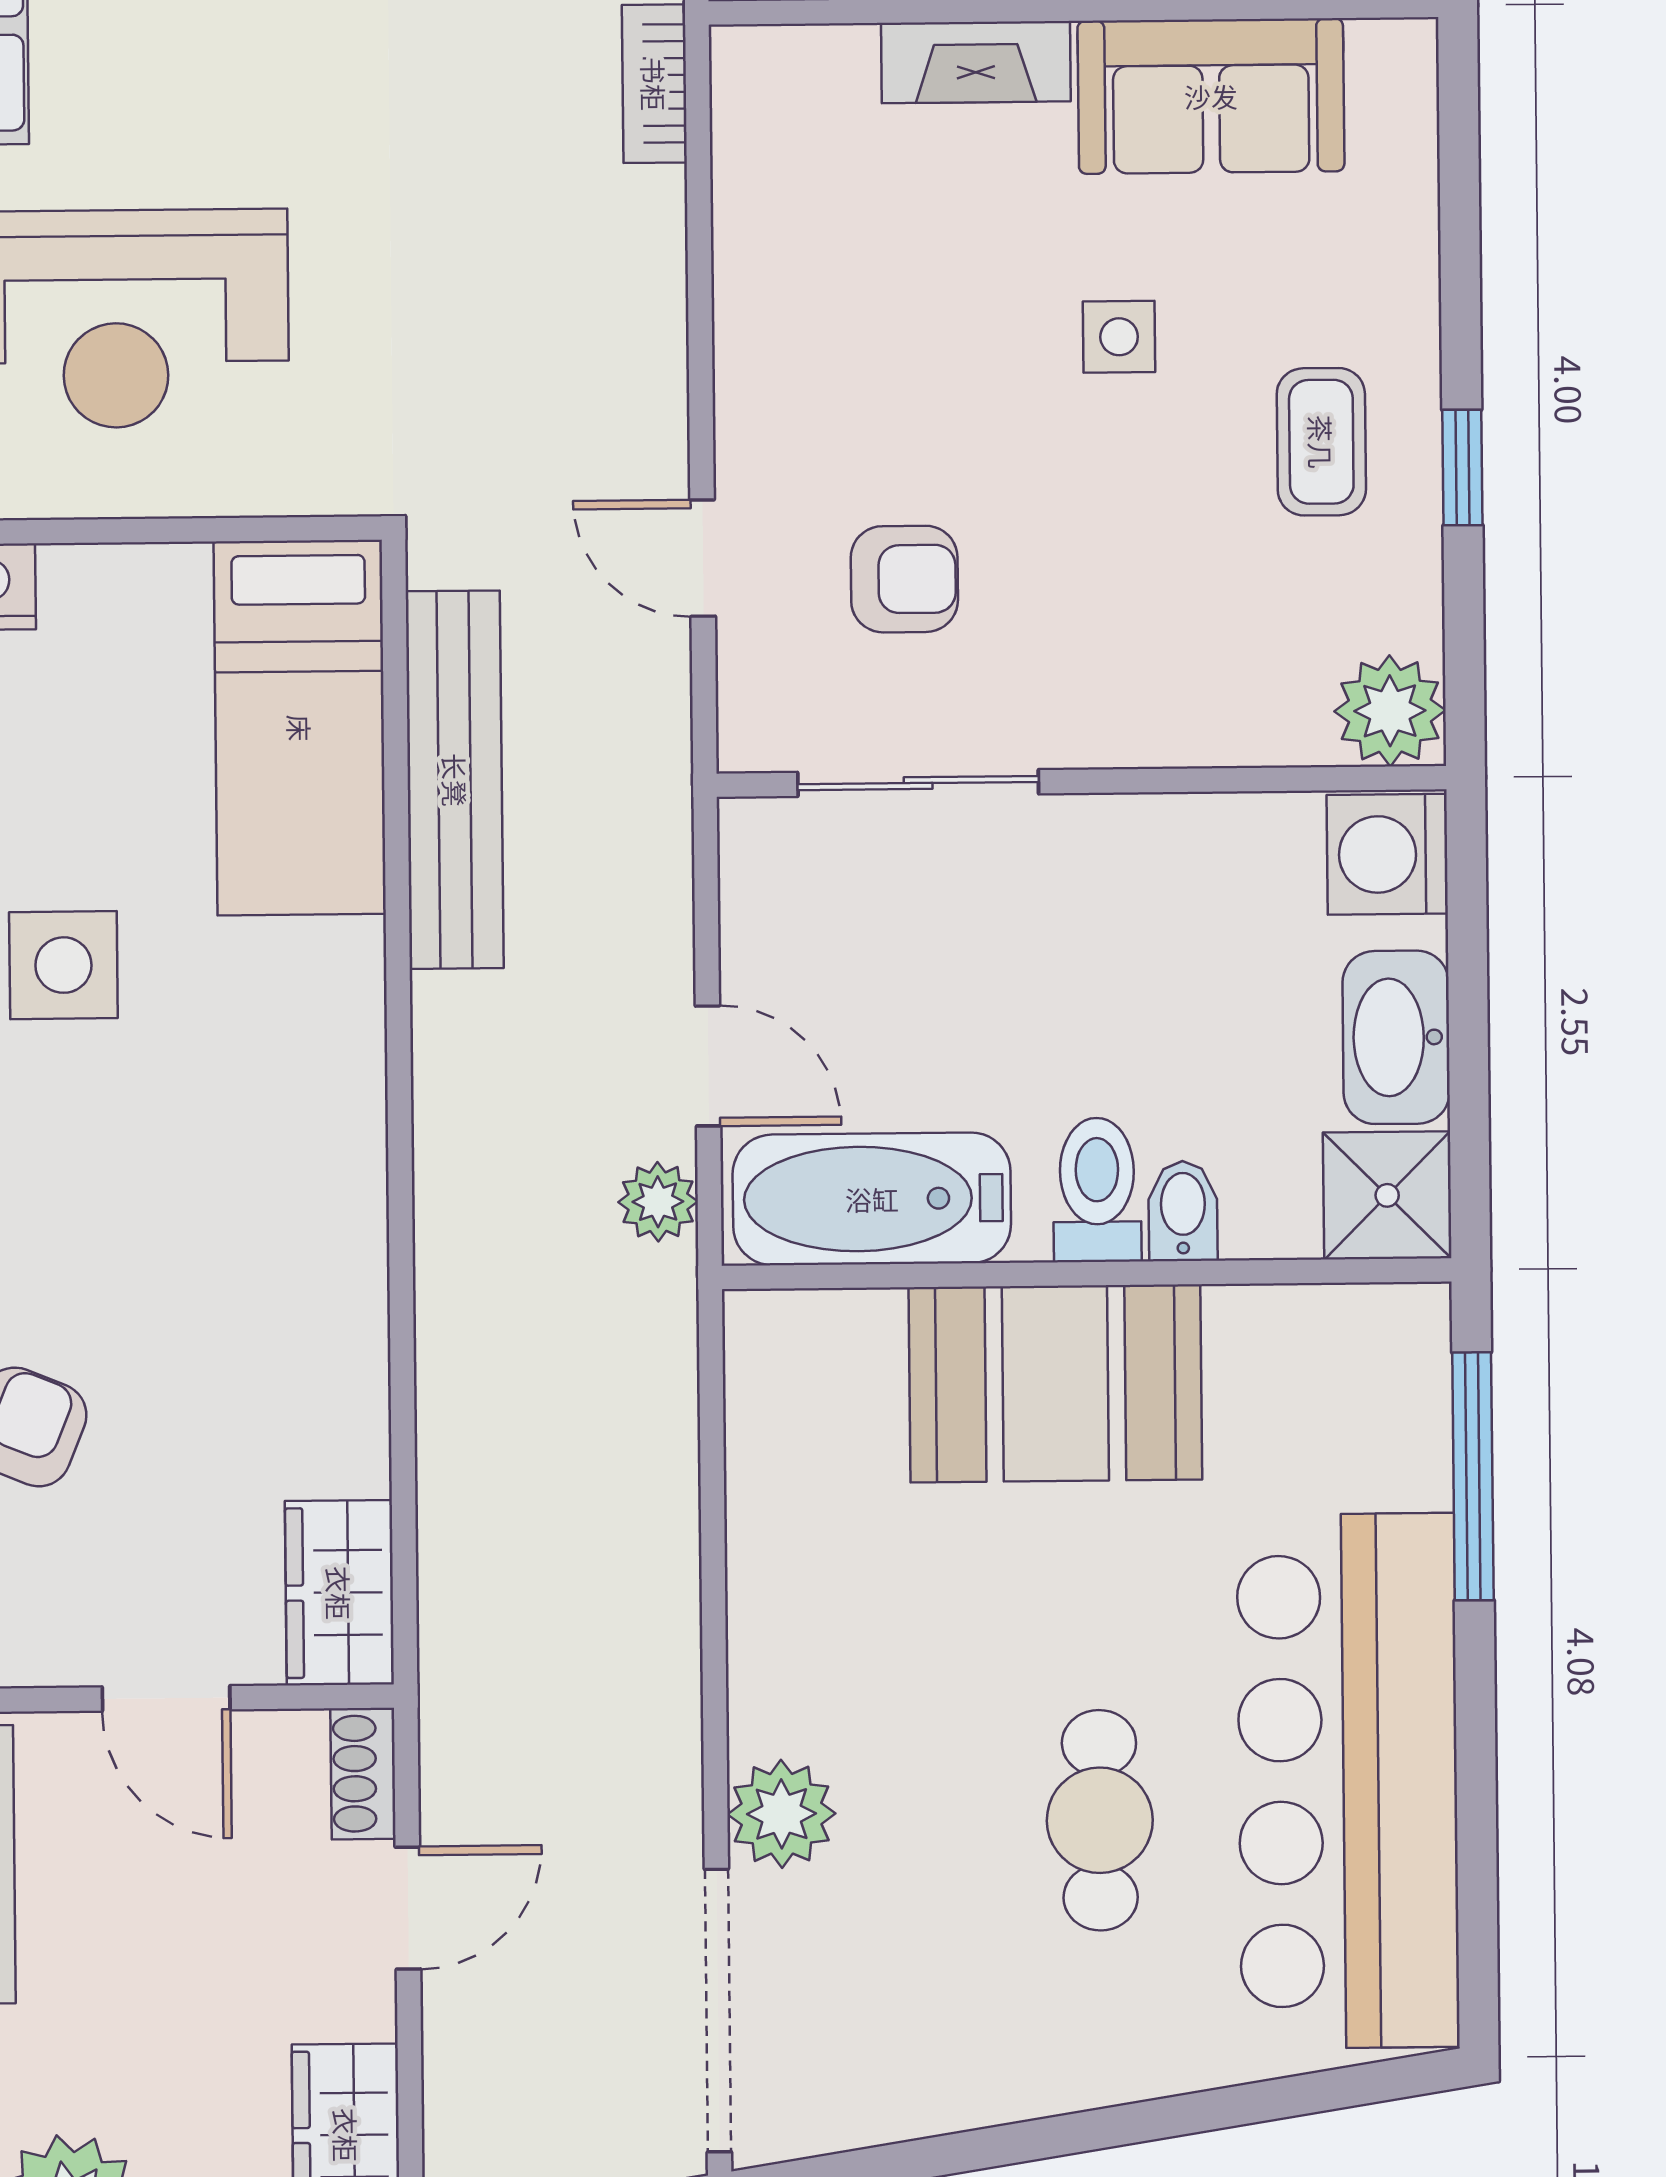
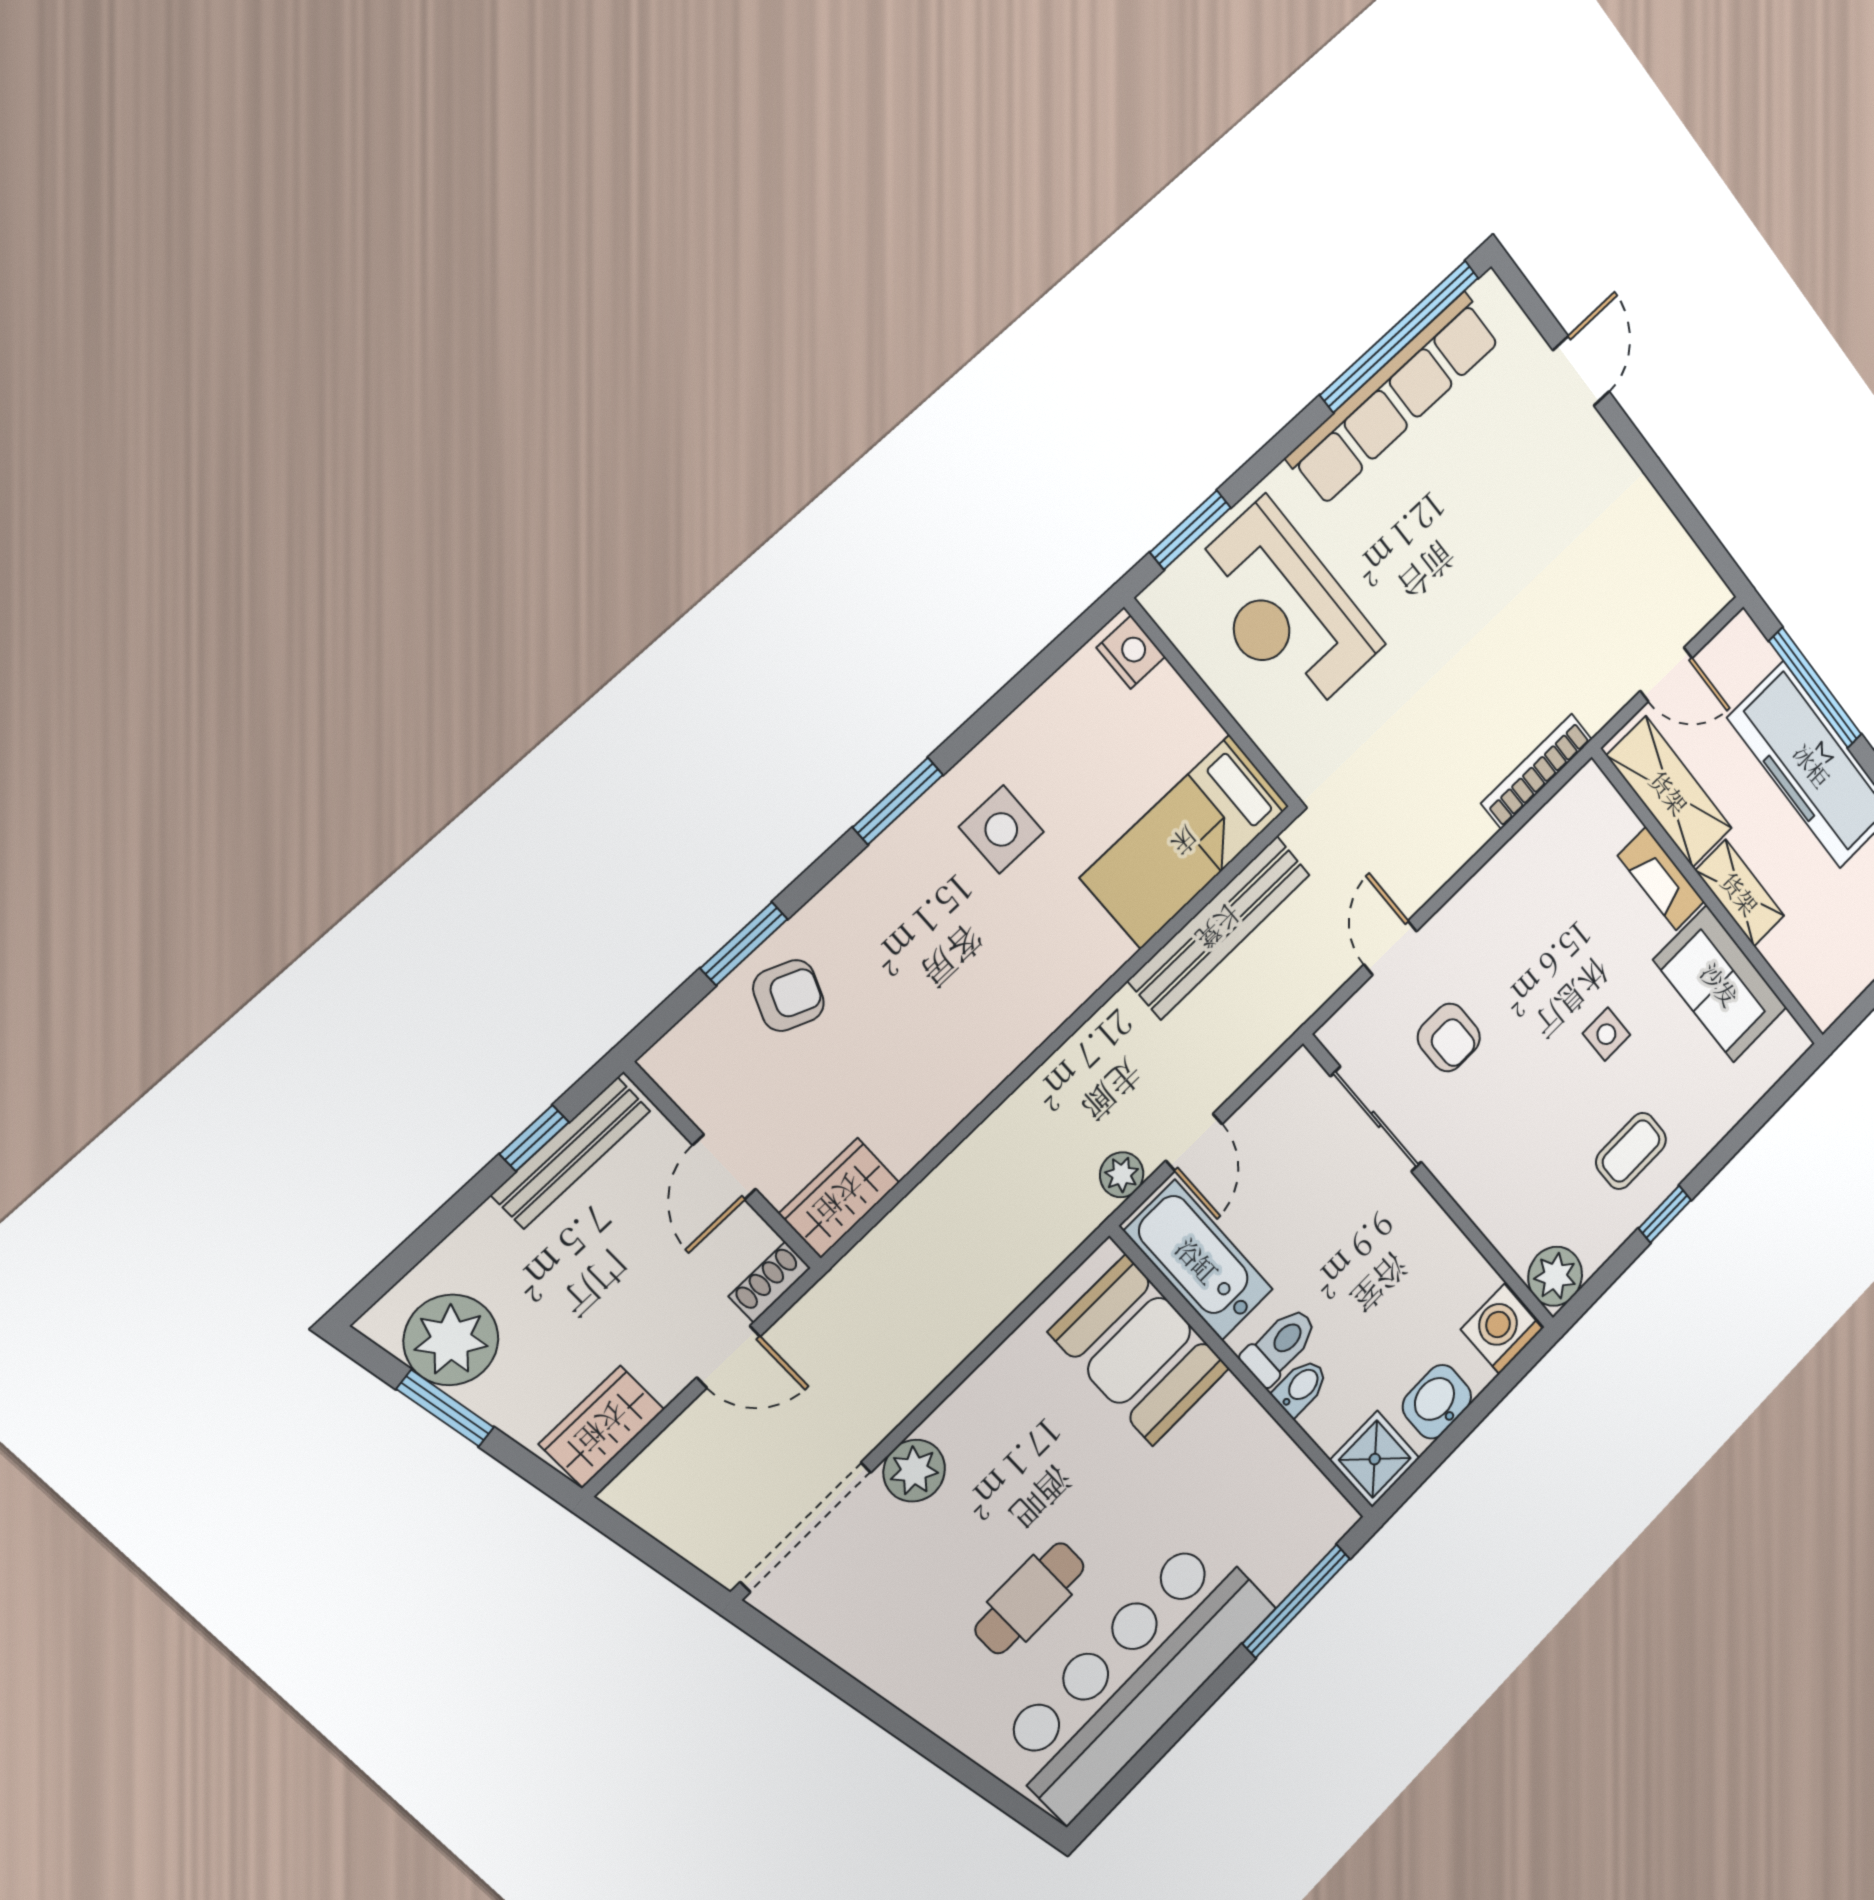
bookcase: (654, 84) -> (1537, 771), width x1.56
washbasin: (1396, 1037) -> (1437, 1402), width x0.72
booth: (1055, 1383) -> (1139, 1350), moved

